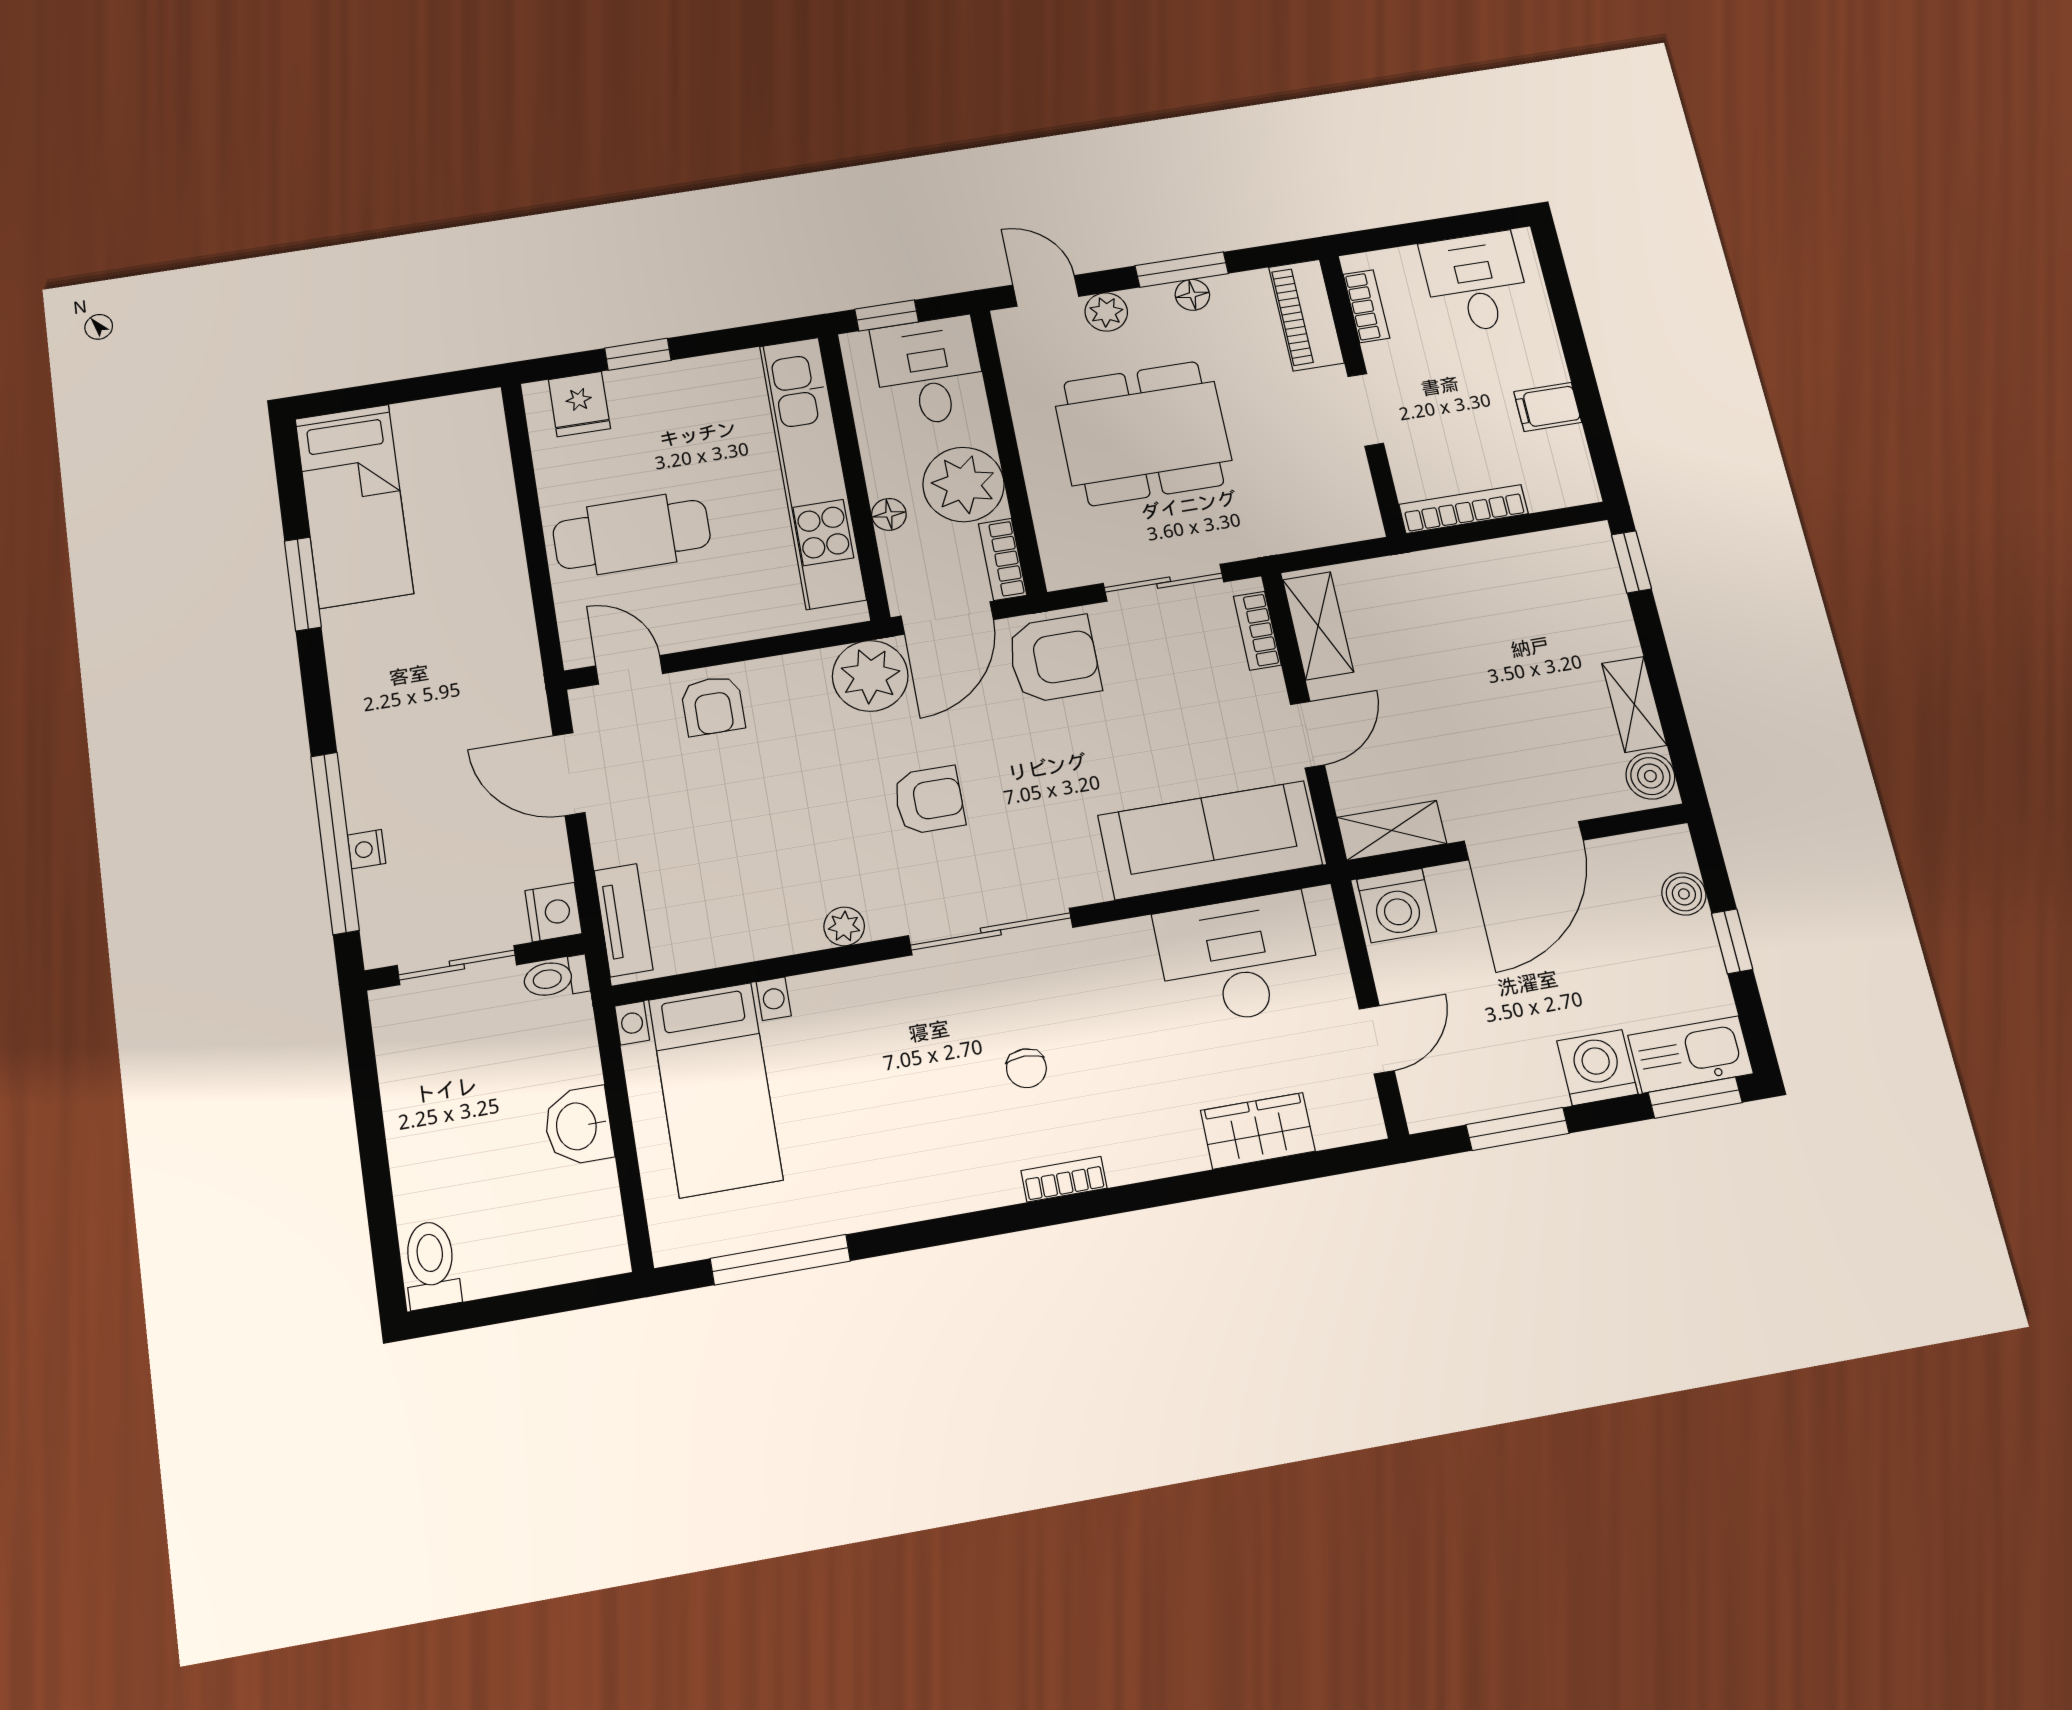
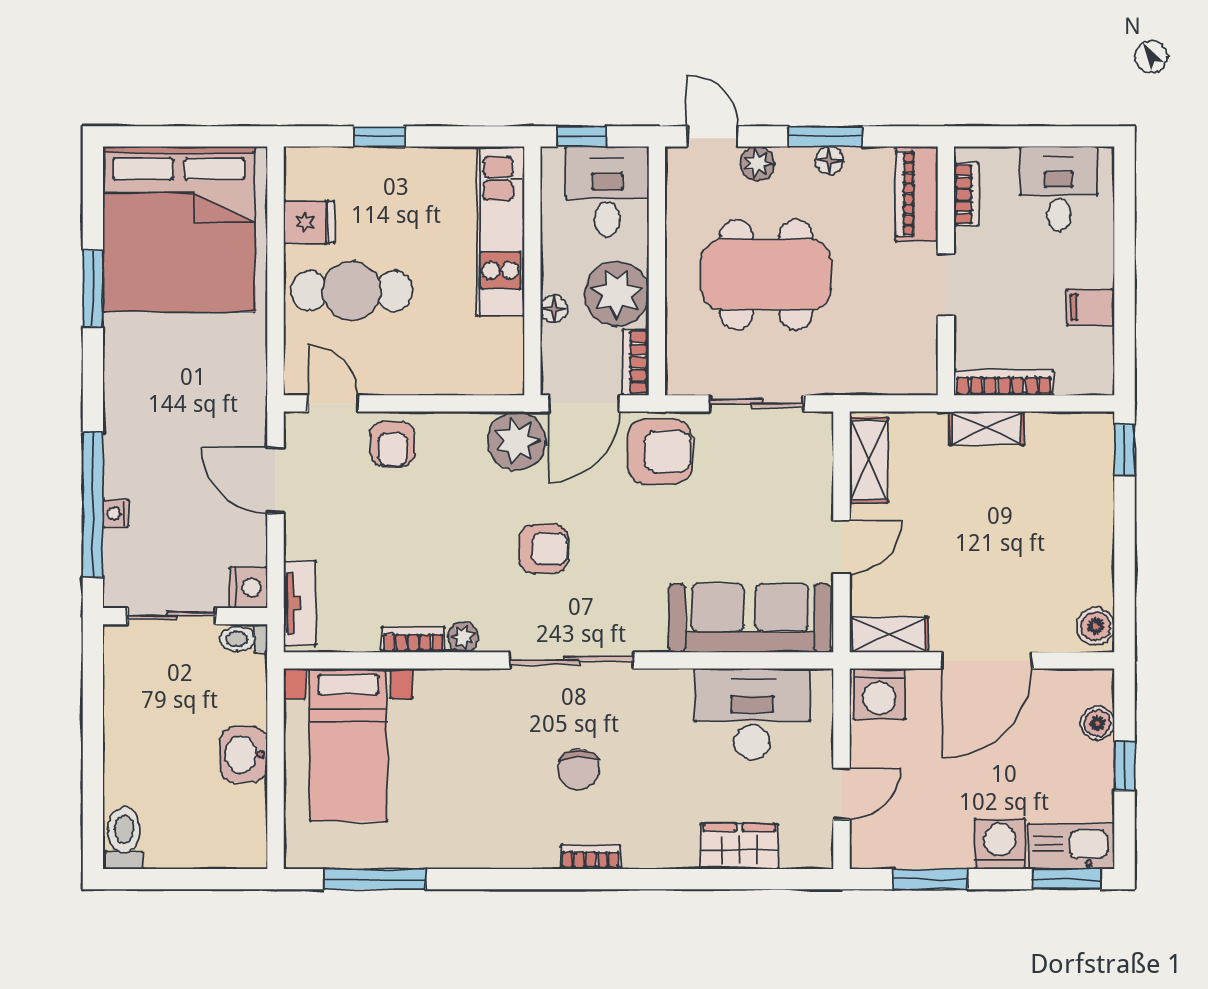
fridge: (579, 404) -> (309, 222), moved, turned -90
kitchen unit: (812, 472) -> (500, 231), width x0.73
bed: (354, 506) -> (179, 229), width x2.04
bookcase: (1257, 631) -> (413, 640), moved, turned 90
shelving: (1634, 704) -> (987, 428), moved, turned 90
chair: (1026, 1068) -> (579, 769), width x1.37, depth x1.37

